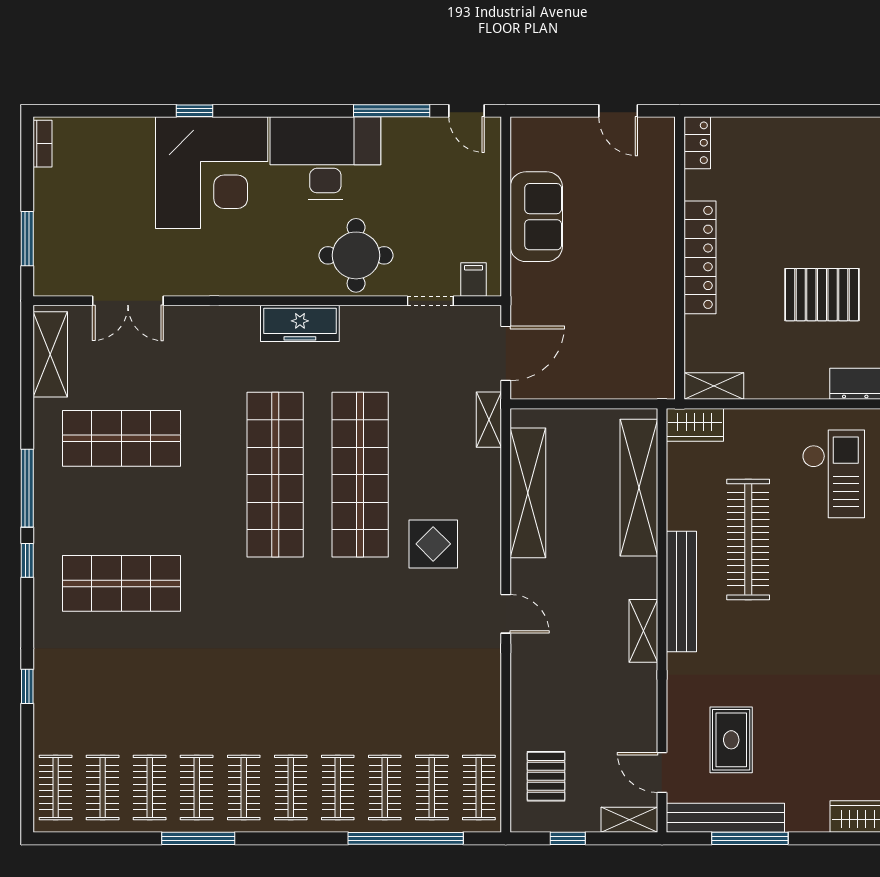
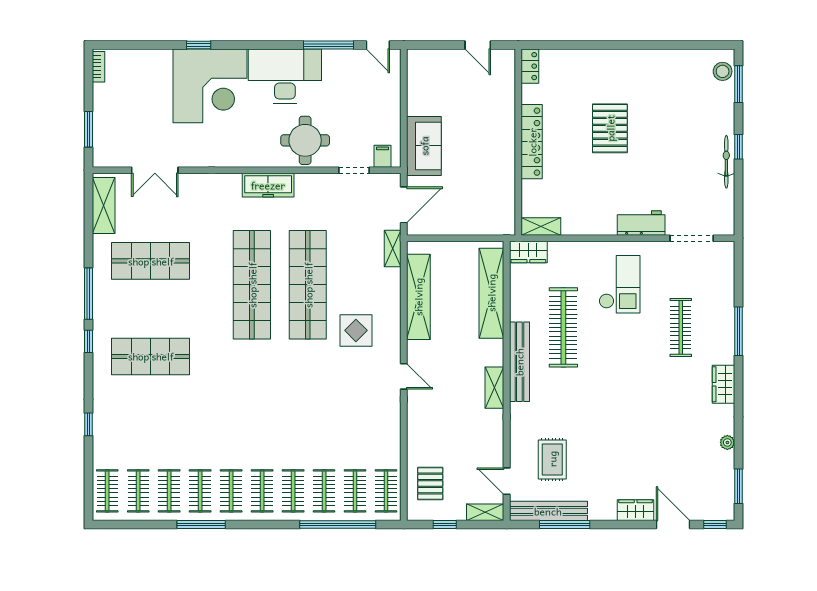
sofa: (536, 217) -> (424, 146), moved
pallet: (822, 295) -> (610, 128), moved, turned 90

